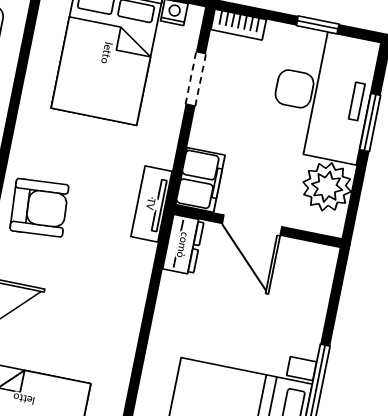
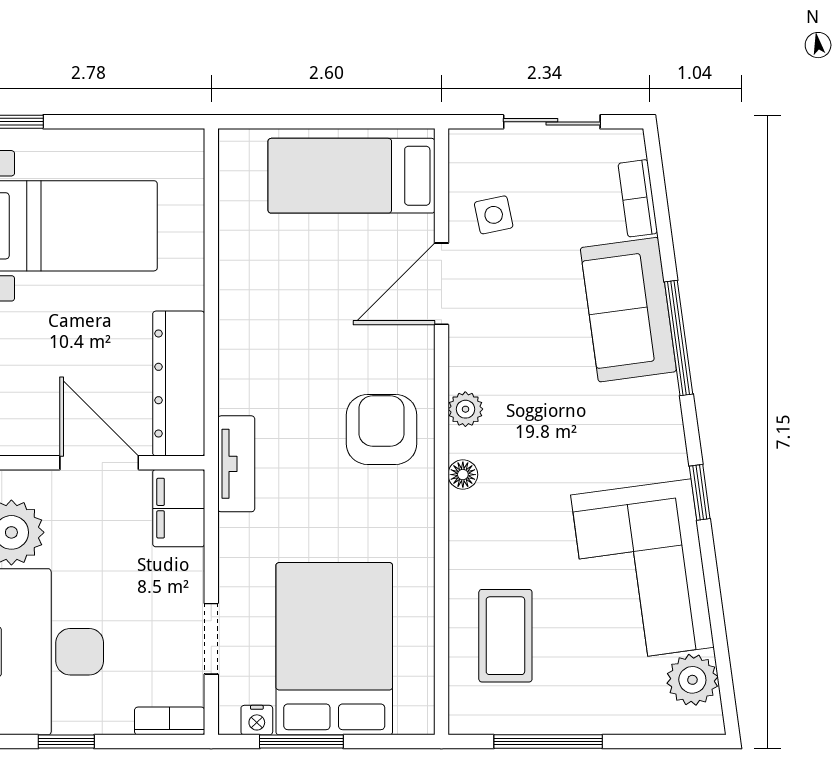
armchair: (39, 208) -> (381, 429), turned 94
dresser: (183, 245) -> (179, 384), width x1.96, depth x1.24

